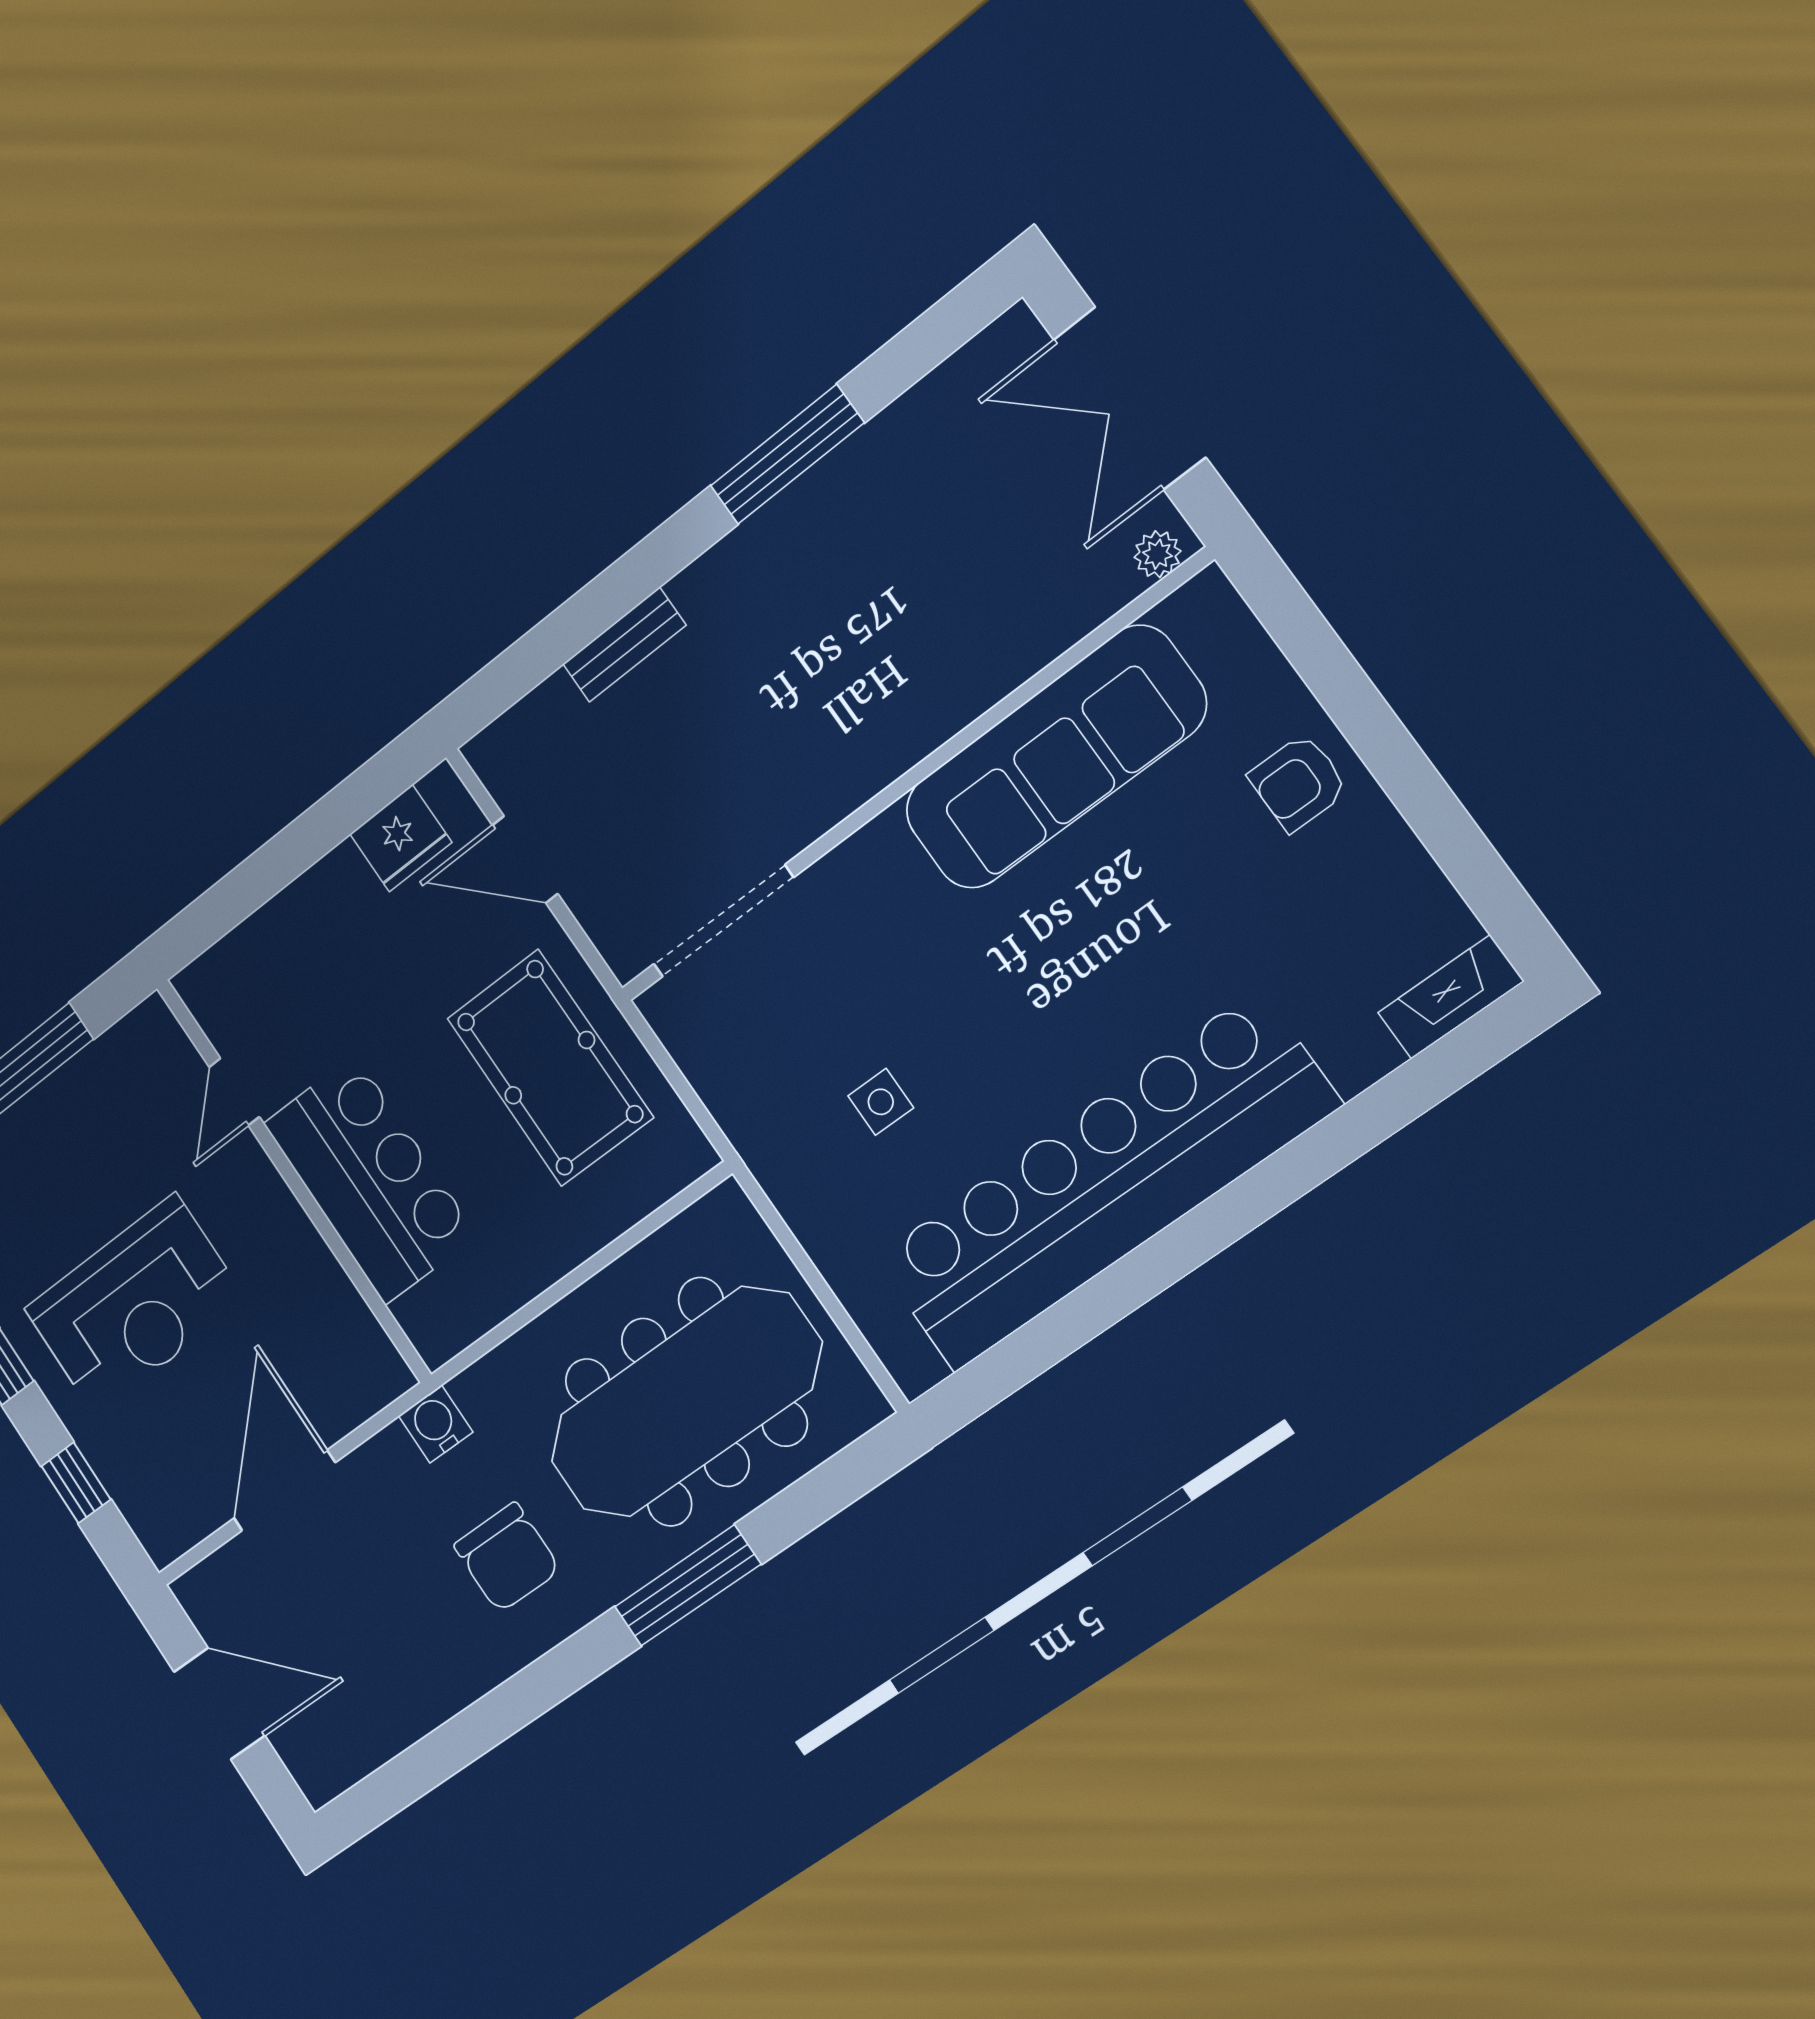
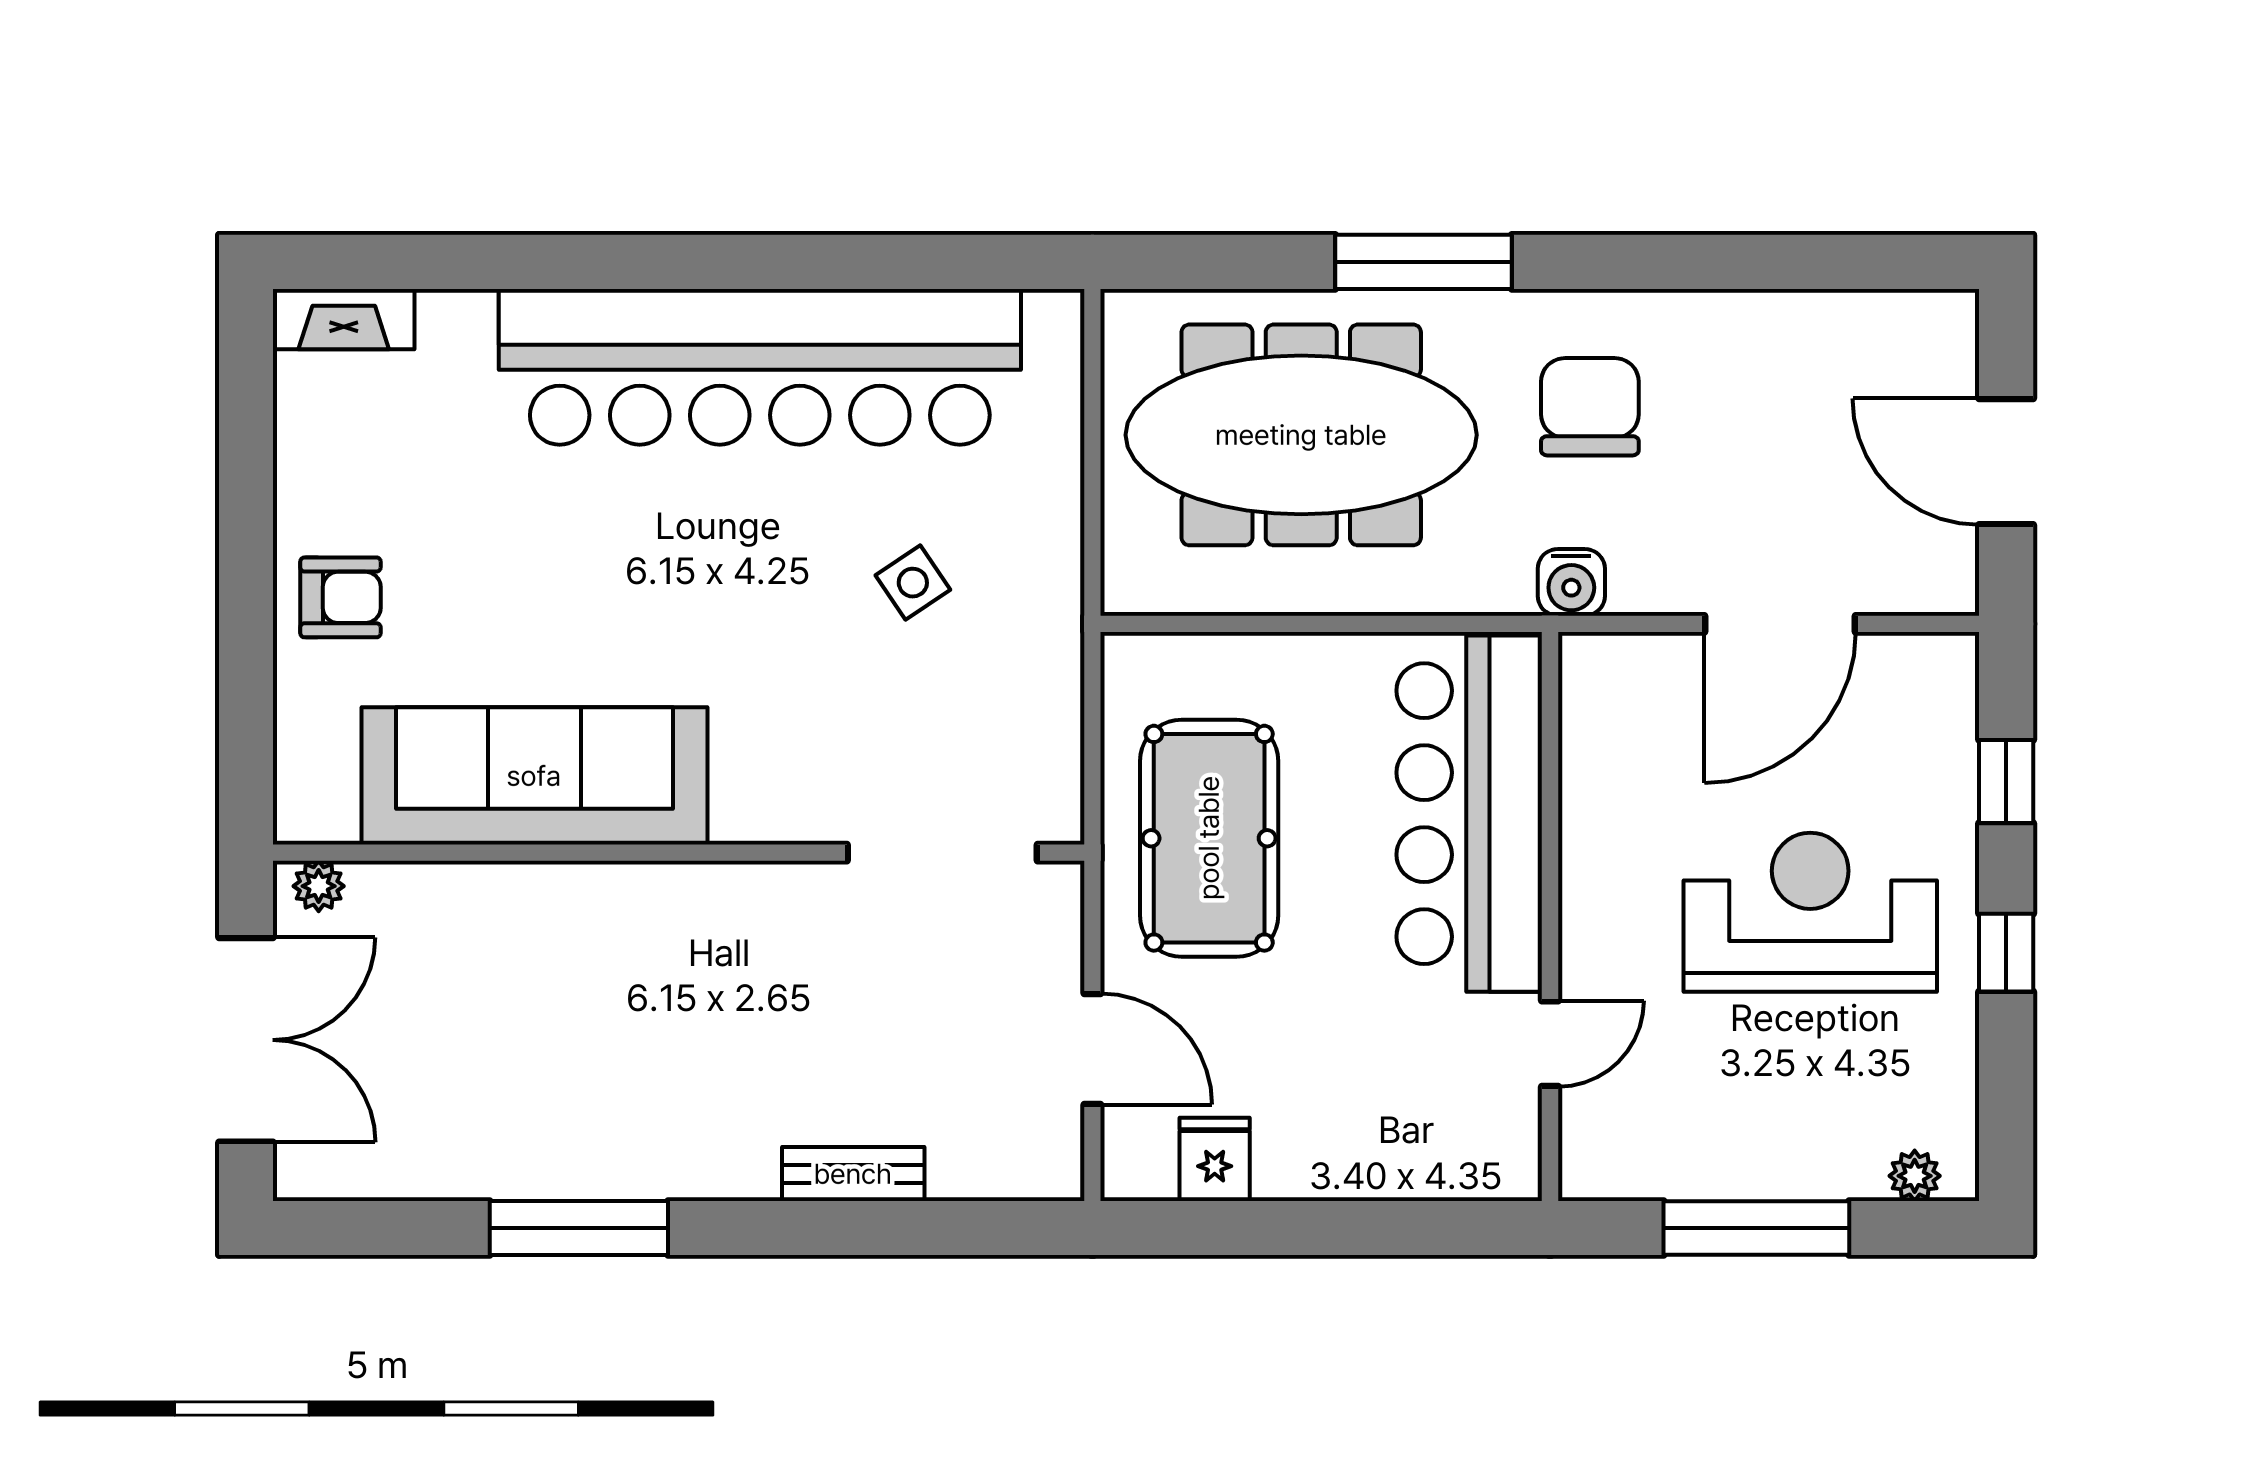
fridge: (401, 838) -> (1215, 1159), width x0.72
side table: (881, 1102) -> (913, 583), turned -34
bar counter: (370, 1179) -> (1469, 814), width x1.36

